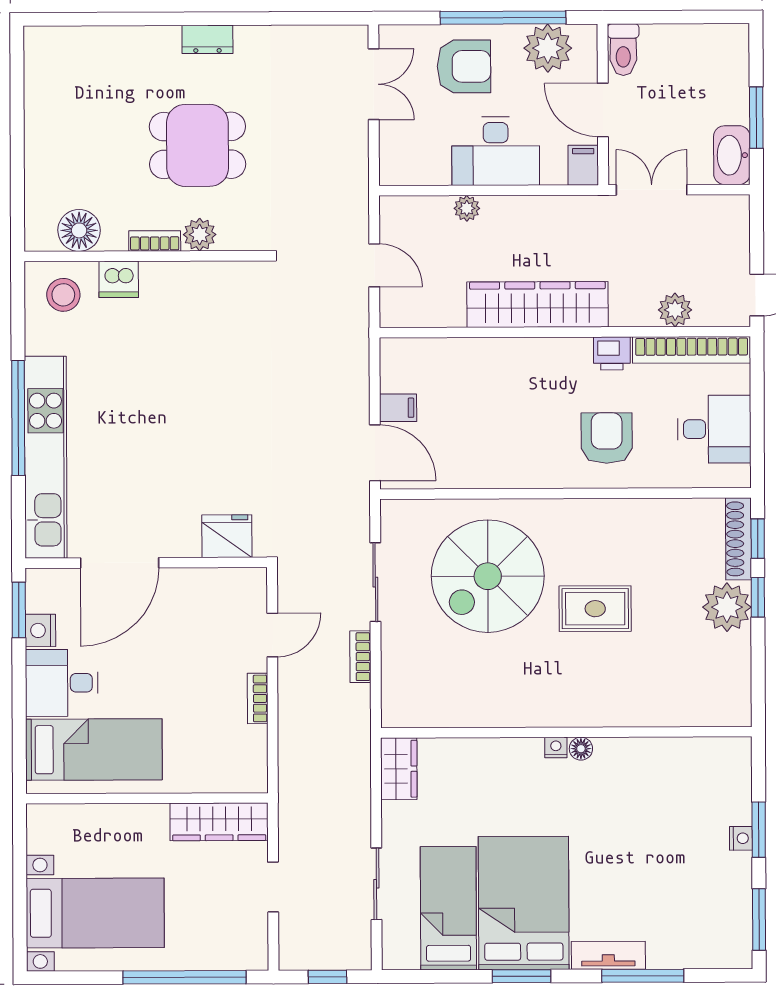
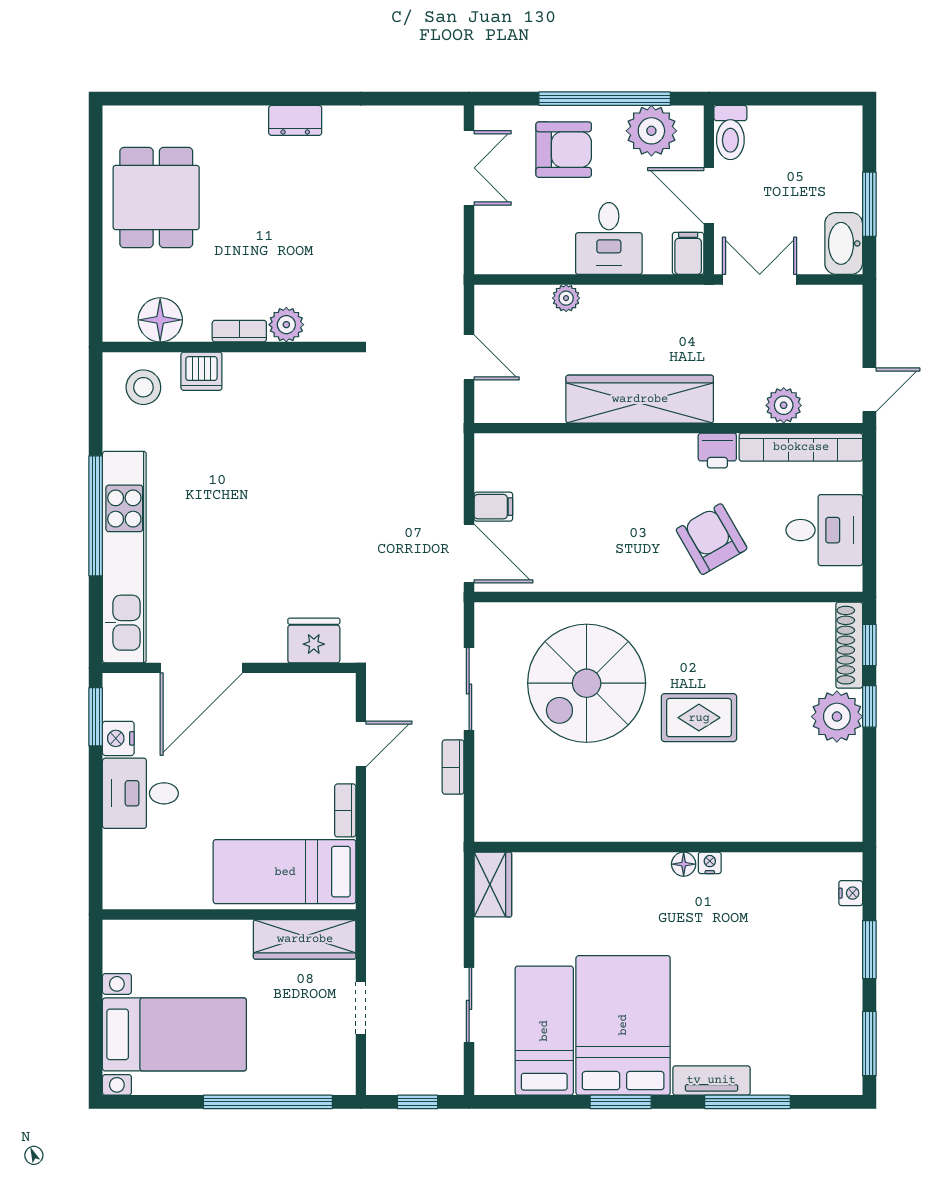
dining table: (197, 145) -> (156, 198), moved, turned 90
desk: (496, 151) -> (609, 238), width x0.73
armchair: (607, 438) -> (712, 539), turned -30
nightstand: (556, 747) -> (710, 863), moved
bed: (94, 750) -> (285, 872), moved, turned 180
nightstand: (741, 838) -> (851, 893), moved

